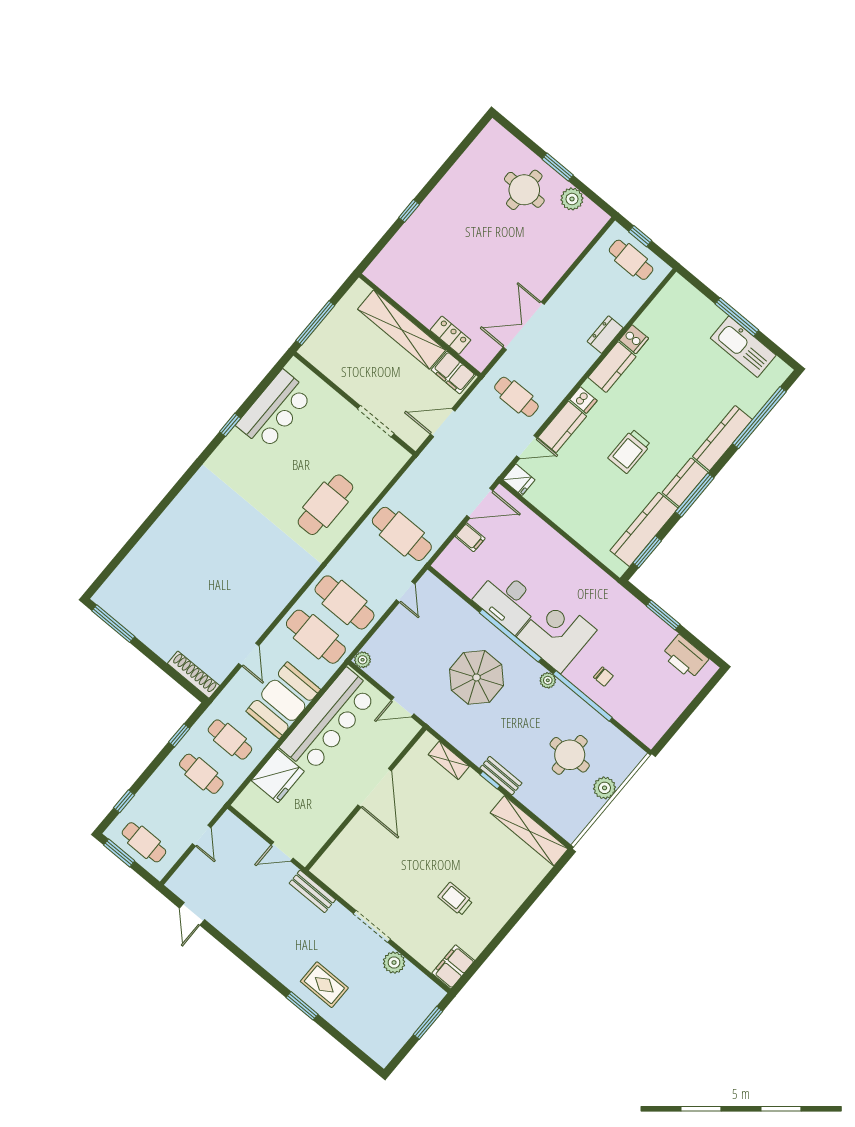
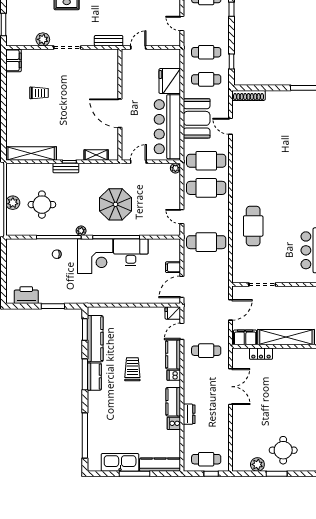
kitchen counter: (722, 438) -> (160, 465), moved, turned -90

